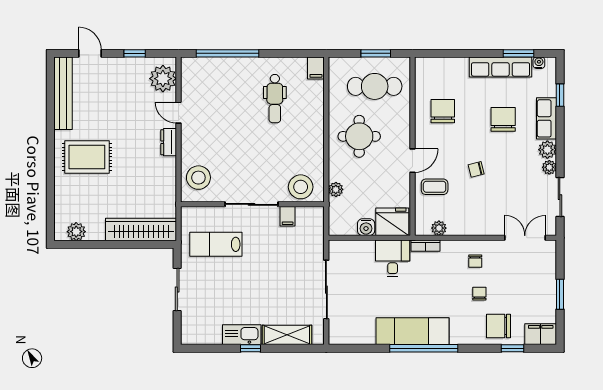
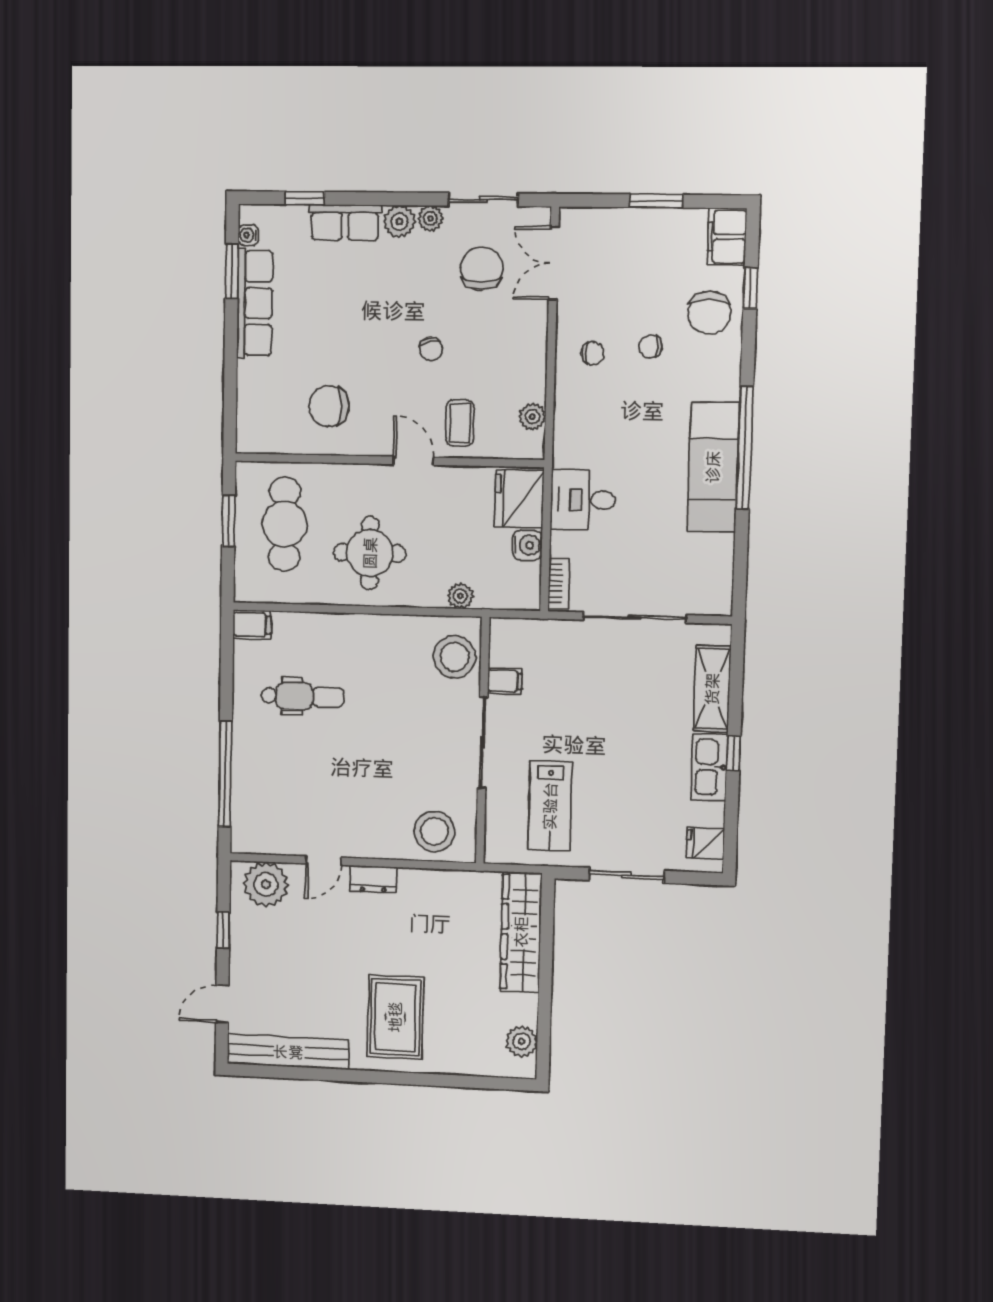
chair: (503, 119) -> (482, 269), moved, turned 90
bookcase: (426, 246) -> (559, 583), moved
fridge: (198, 334) -> (705, 843), added

